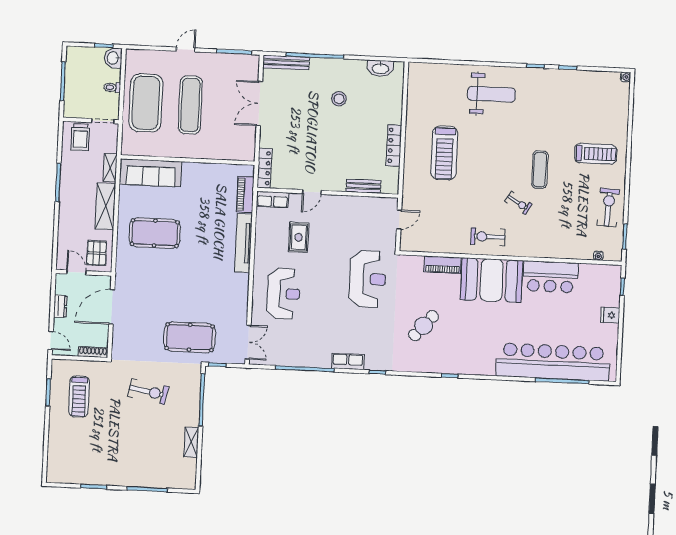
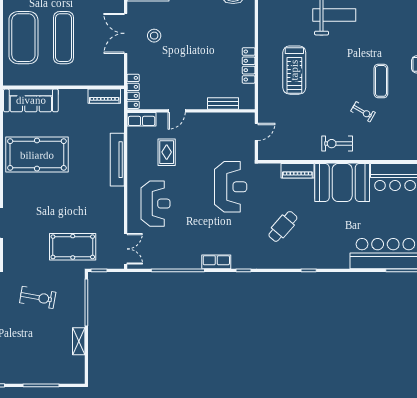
stool: (339, 99) -> (154, 36), moved
piano: (245, 195) -> (104, 96), moved, turned -90
pool table: (155, 233) -> (37, 155), width x1.36, depth x1.32

